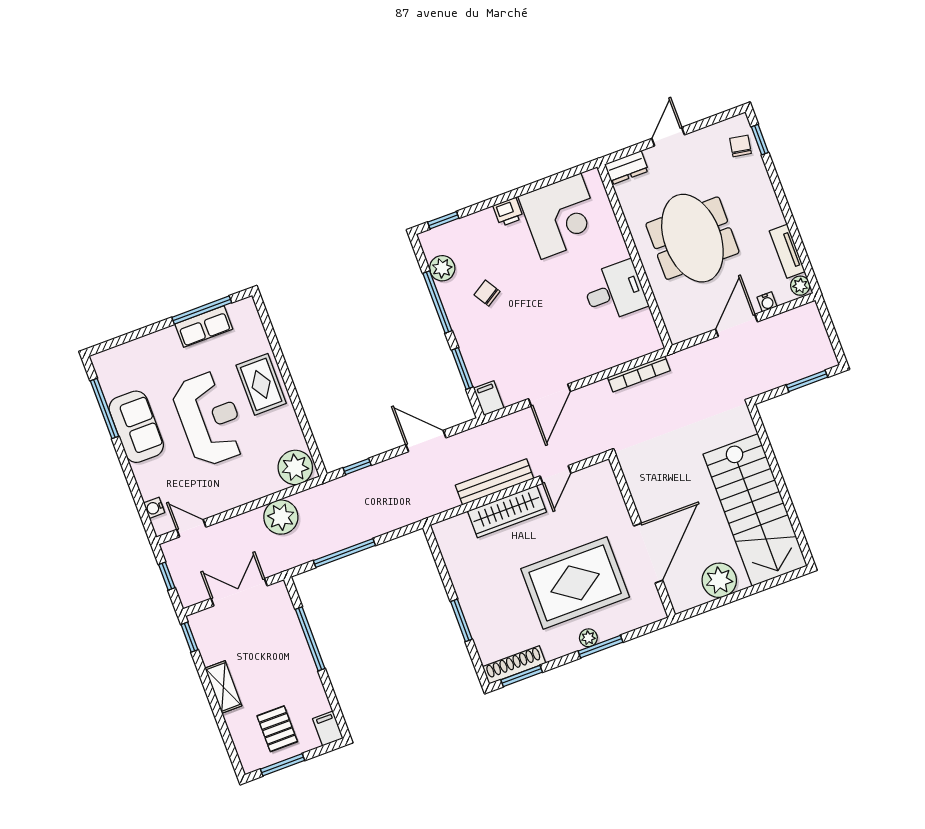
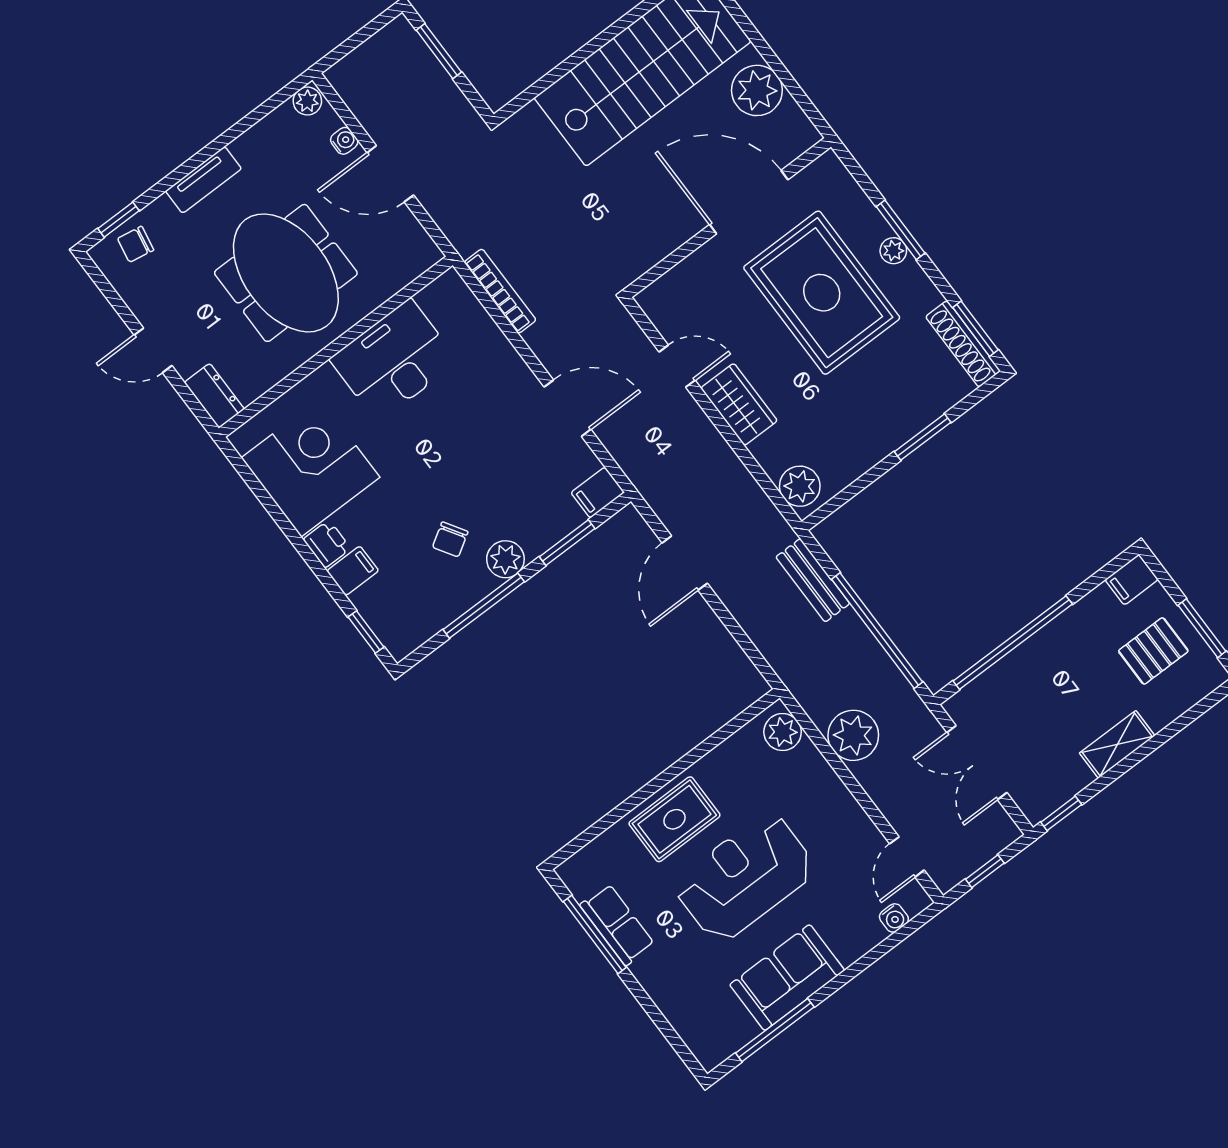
filing cabinet: (486, 224) -> (353, 571), added
meeting table: (692, 238) -> (286, 273), turned 90
tv unit: (787, 251) -> (203, 180), moved
plant: (442, 268) -> (505, 559), moved
desk: (615, 291) -> (394, 360), width x1.37
plant: (295, 467) -> (783, 732), width x0.73, depth x0.73
window: (357, 467) -> (750, 649), removed
bench: (495, 482) -> (813, 580), moved, width x0.73
wardrobe: (507, 512) -> (739, 404), width x0.67
plant: (453, 531) -> (800, 486), added
window: (344, 553) -> (877, 631), width x1.46
window: (310, 639) -> (1013, 643), width x1.46

